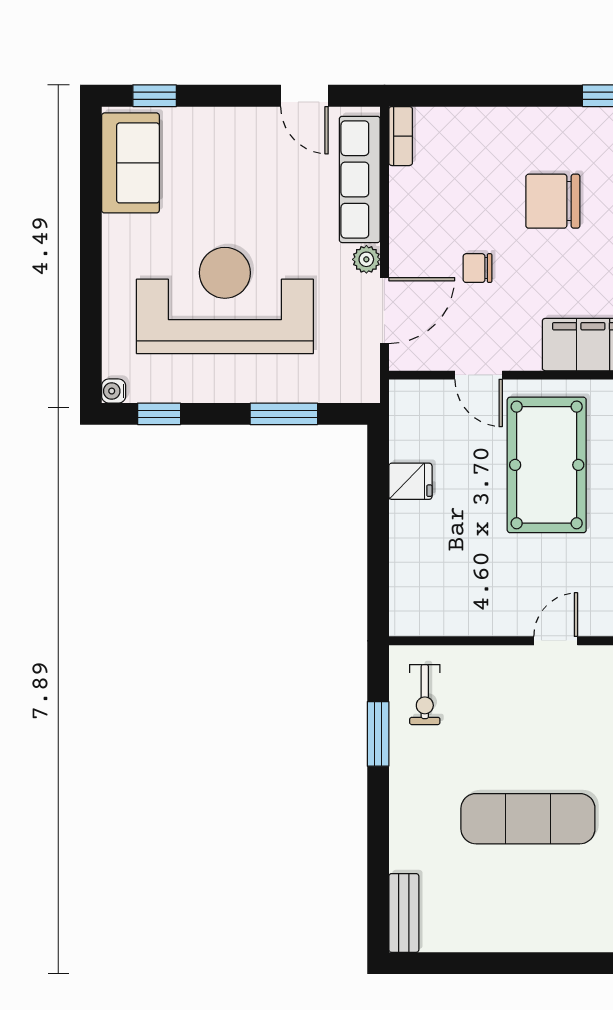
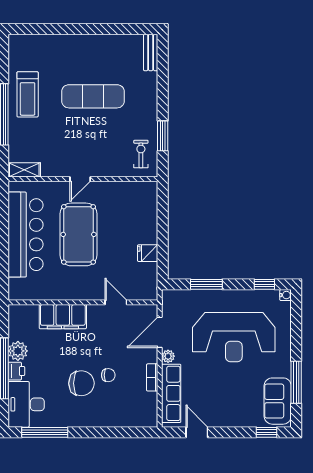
bookcase: (401, 136) -> (152, 377), moved
window: (91, 203) -> (296, 382), added
chair: (478, 268) -> (108, 375), moved
pool table: (547, 465) -> (79, 234), moved

